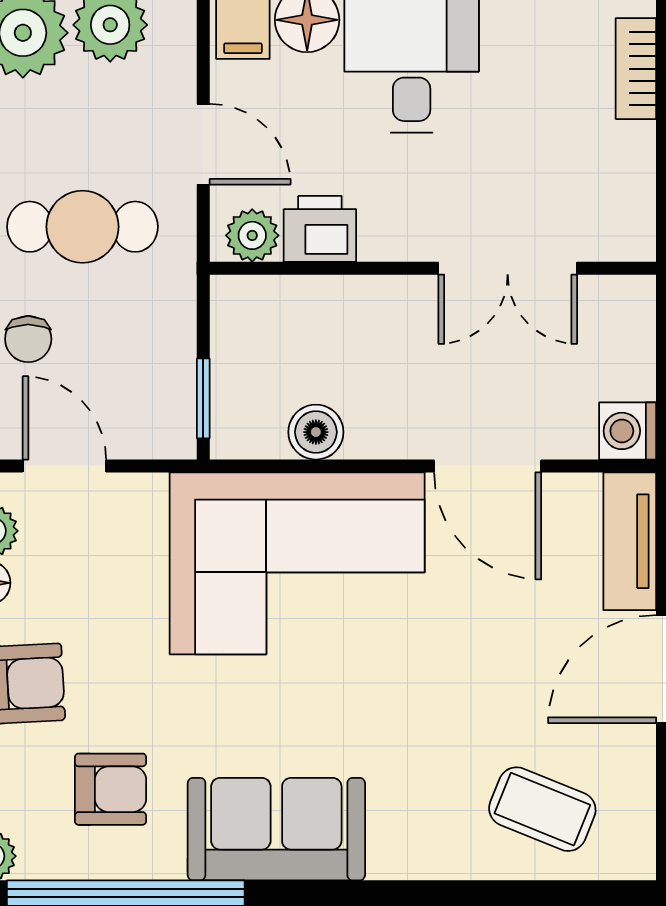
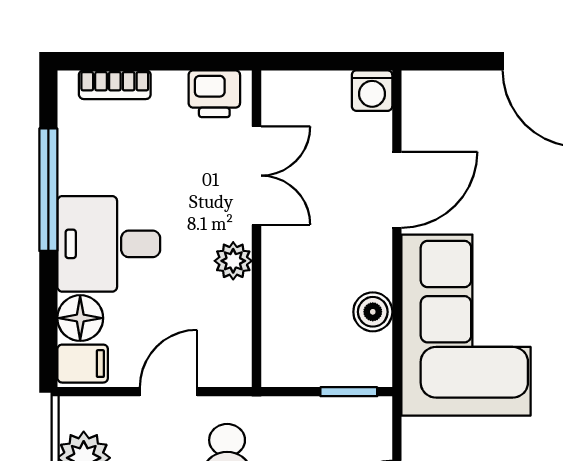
printer: (320, 229) -> (214, 94), moved, turned -90
plant: (252, 235) -> (233, 261), moved
tv unit: (630, 541) -> (450, 89), removed

